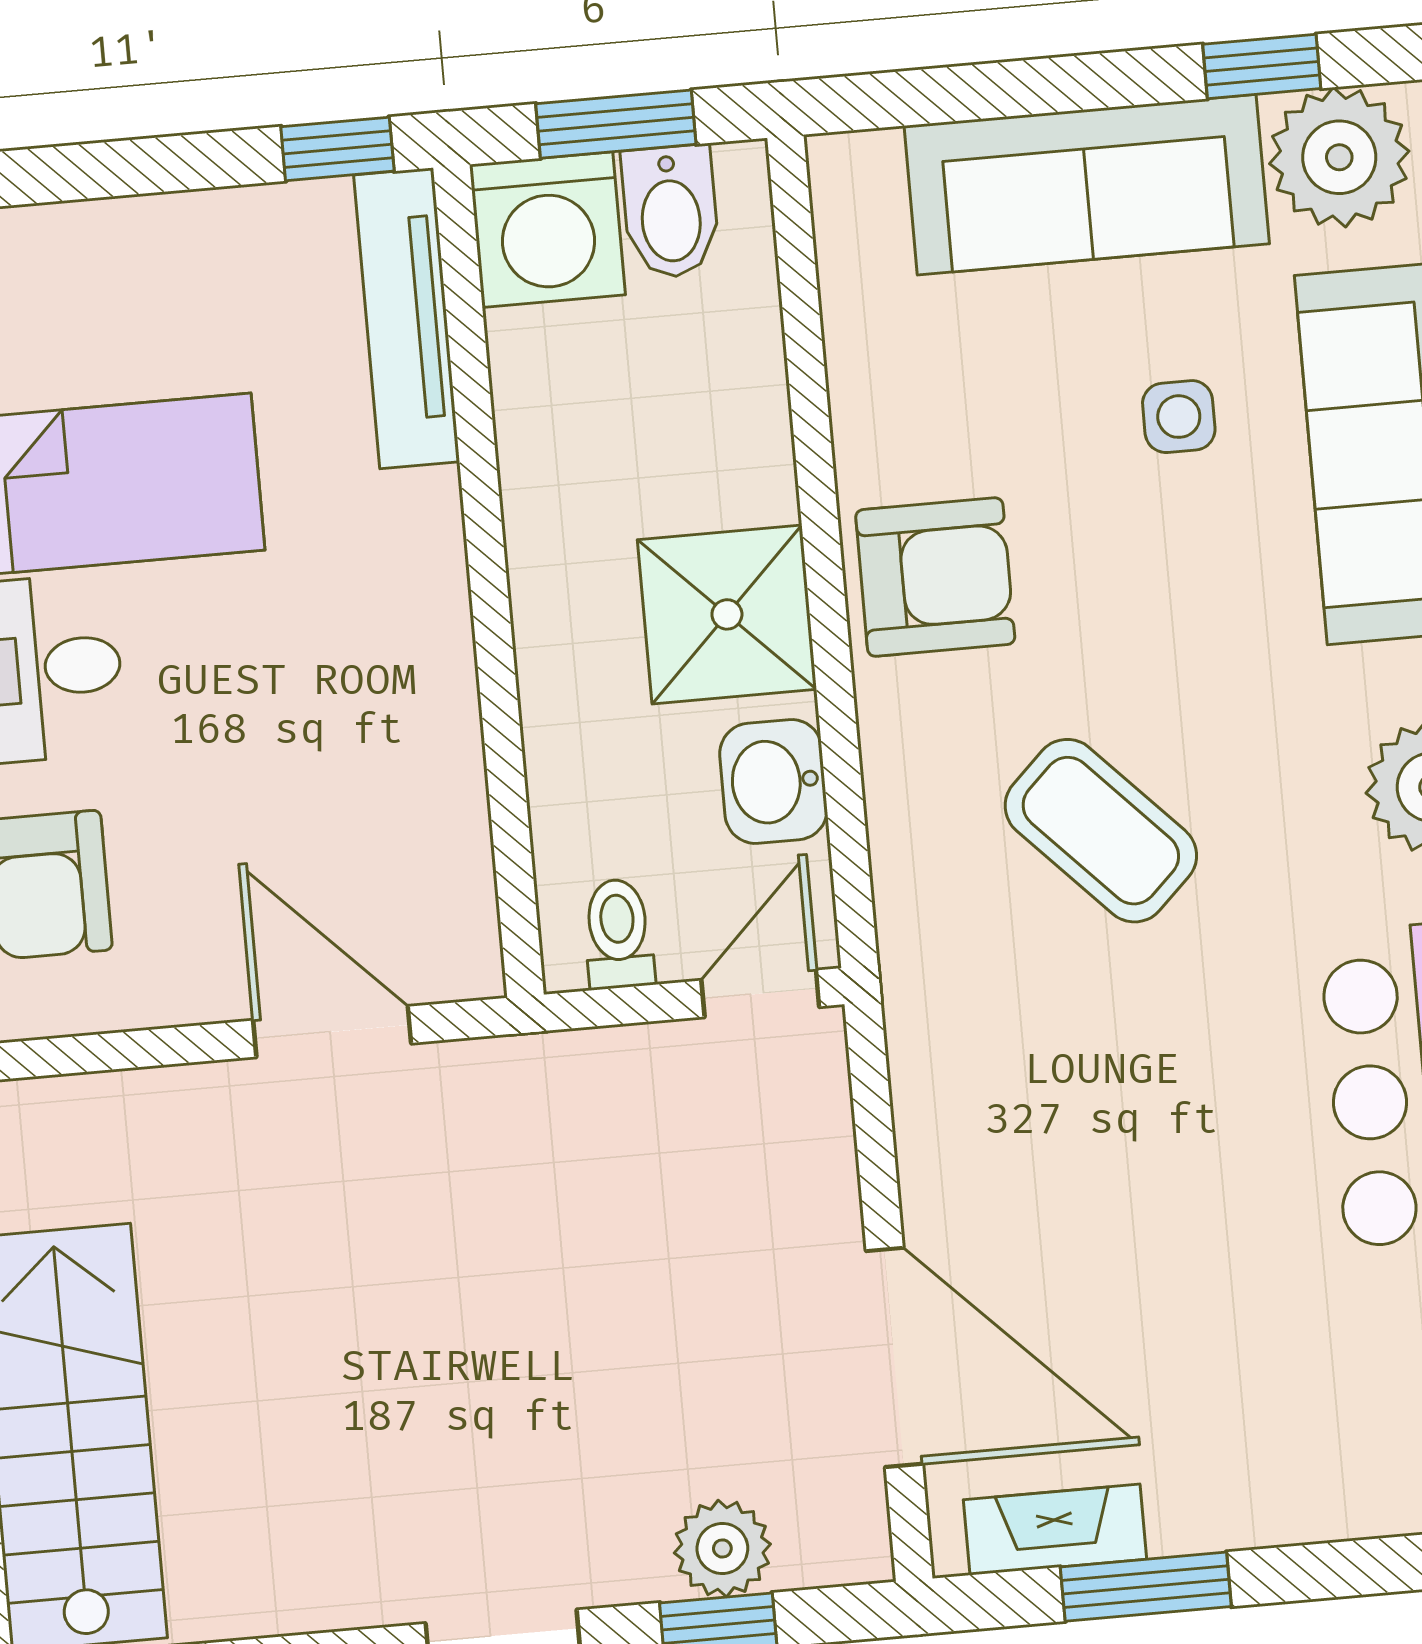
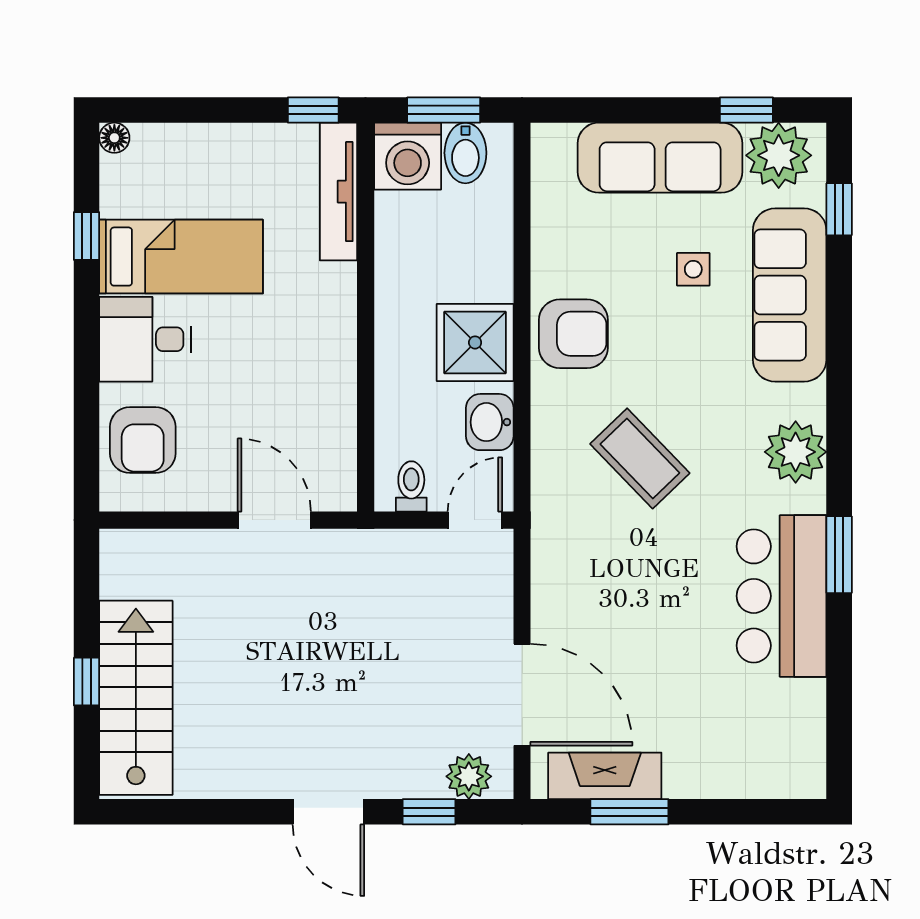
fireplace: (1055, 1530) -> (605, 776), width x1.37, depth x1.32
plant: (722, 1548) -> (469, 776), moved

